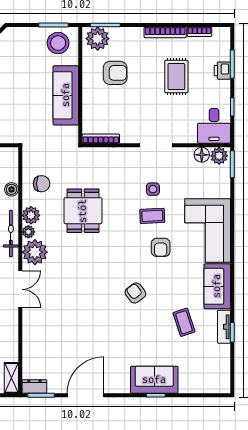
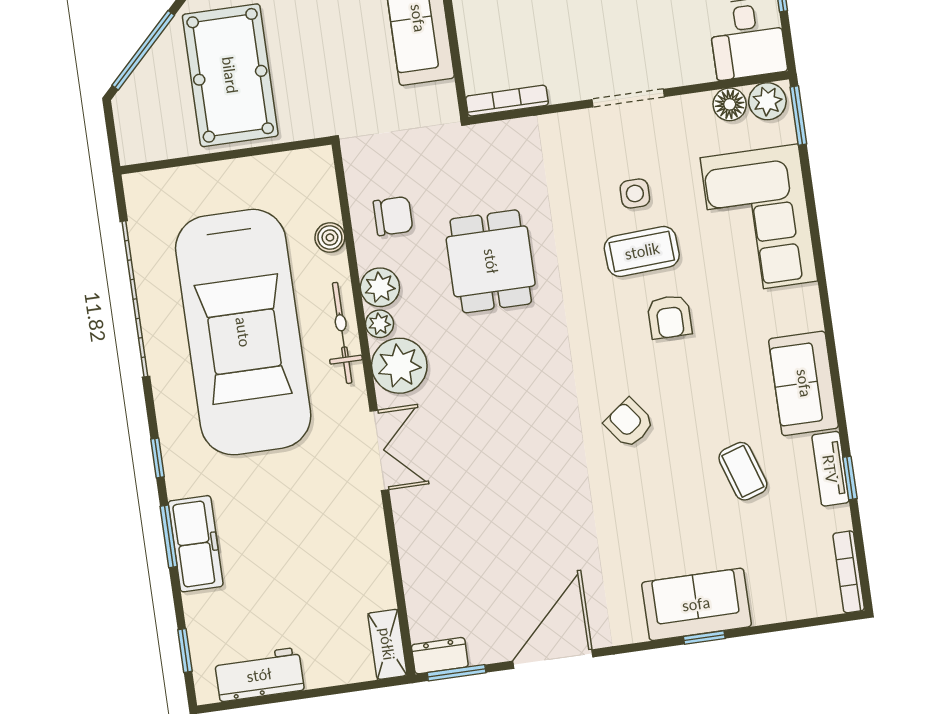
coffee table: (152, 216) -> (642, 251), width x1.36, depth x1.30
corner sofa: (208, 231) -> (759, 219), moved
bookcase: (226, 375) -> (849, 572), added

